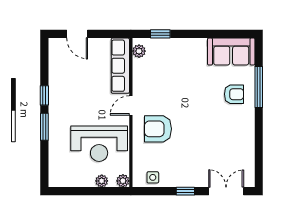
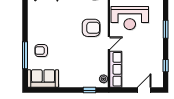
door: (77, 34) -> (144, 90), hinge flipped
window: (44, 95) -> (166, 66), moved
reception desk: (99, 144) -> (130, 18), turned 180

